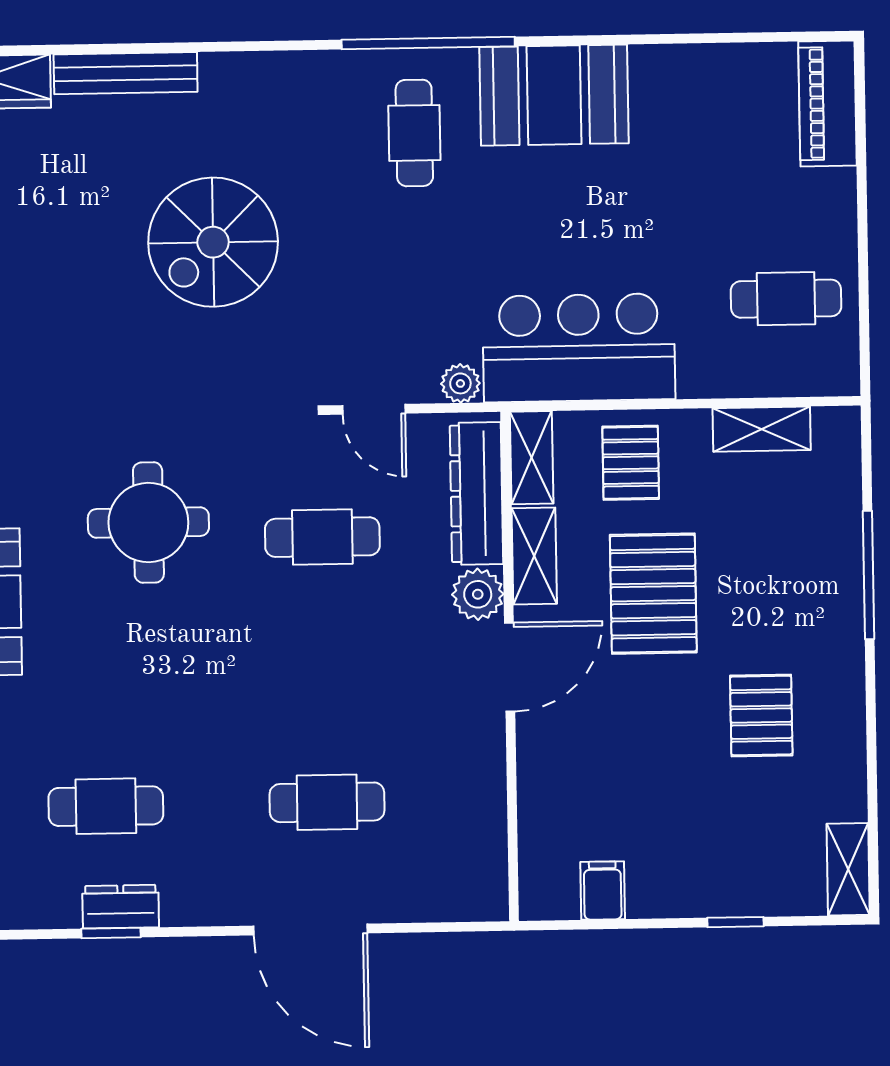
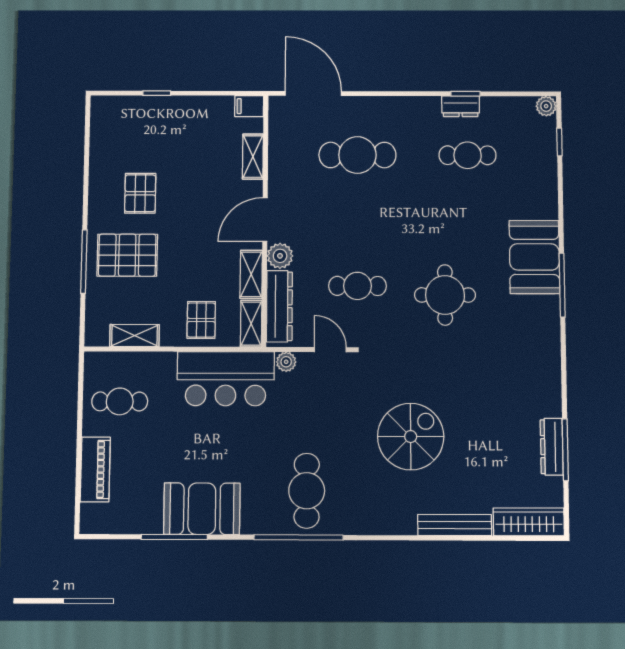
window: (669, 39) -> (174, 537), added
booth: (554, 95) -> (202, 509), moved
piano: (827, 103) -> (95, 469), moved
cafe table: (414, 133) -> (307, 491), width x1.37, depth x1.35
pallet: (653, 594) -> (127, 255), moved, turned 90
cafe table: (327, 802) -> (357, 155), width x1.37, depth x1.35
shelving: (848, 869) -> (253, 157), moved
filing cabinet: (603, 891) -> (249, 106), moved, turned 90
door: (310, 929) -> (313, 93), moved

